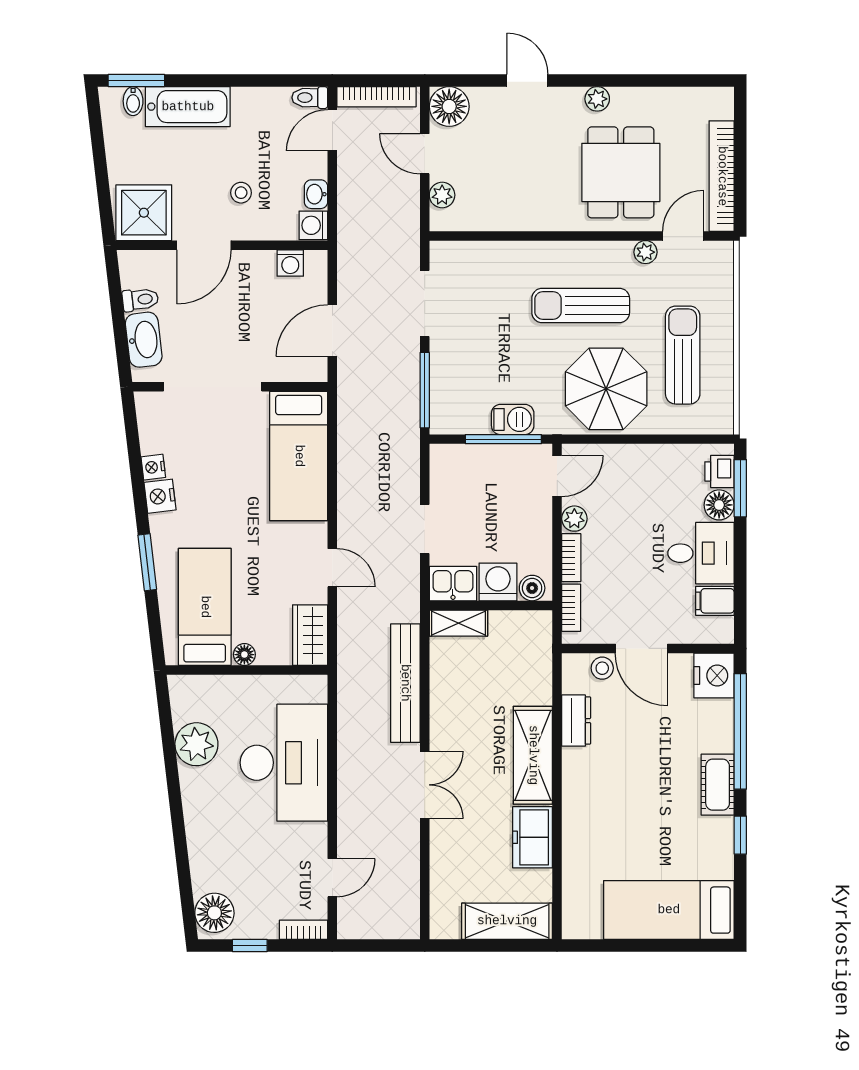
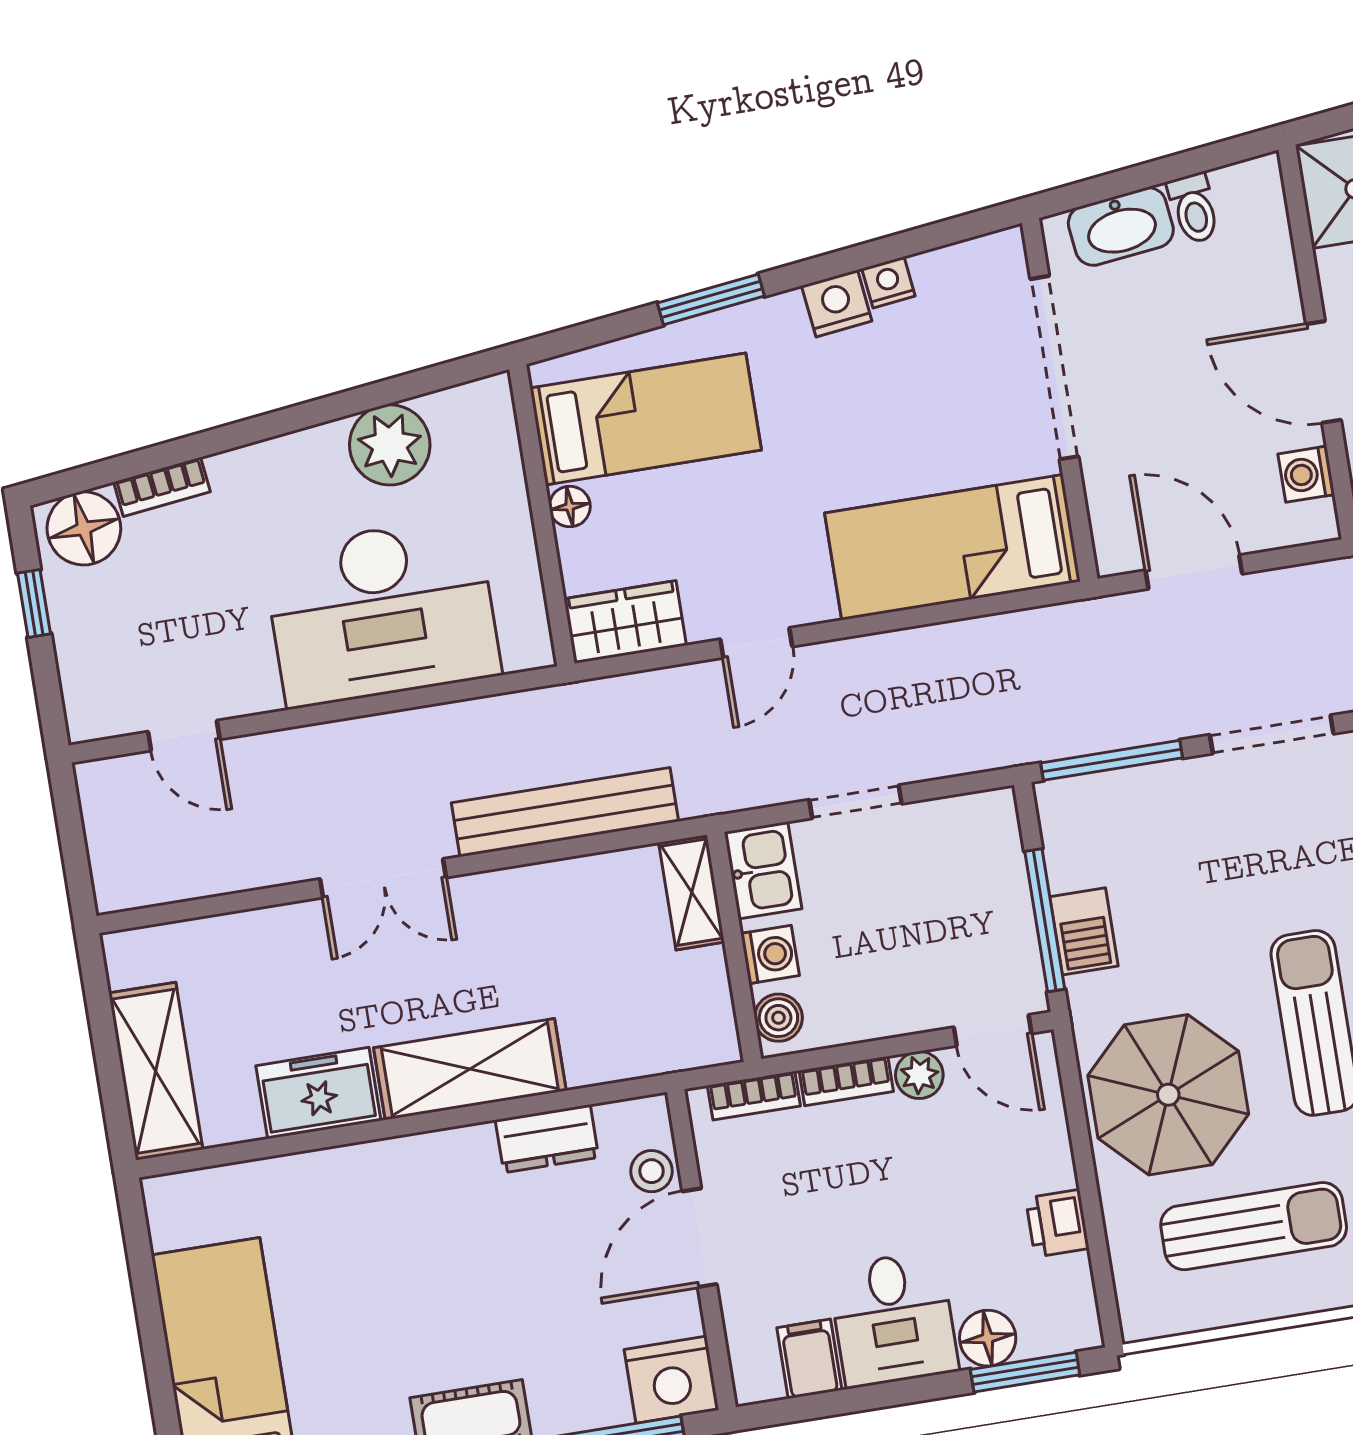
door: (204, 245) -> (1323, 372), moved
printer: (719, 471) -> (1057, 1223), moved, turned -90
washing machine: (498, 582) -> (770, 955), width x0.73, depth x0.73
bookcase: (304, 930) -> (162, 487), moved, turned 83

